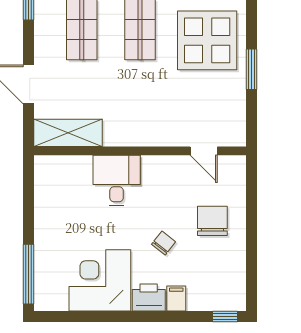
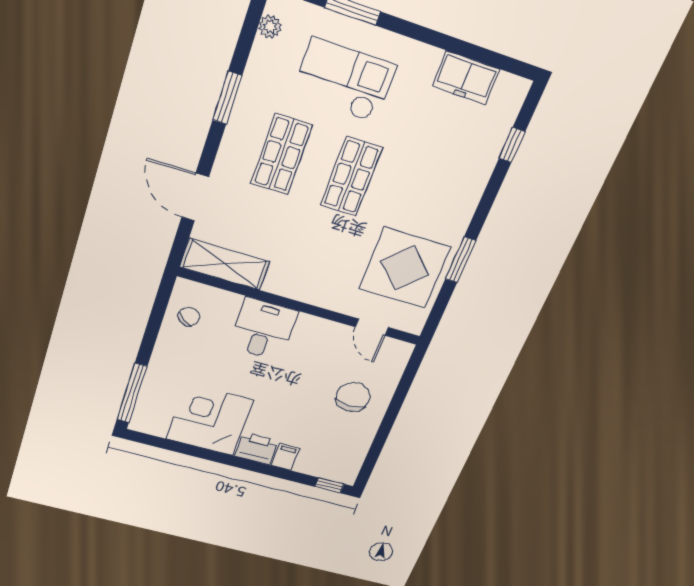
display table: (207, 40) -> (405, 268), moved
chair: (164, 243) -> (189, 317), moved

